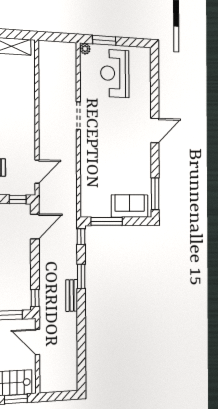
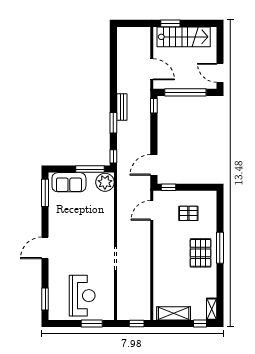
window: (54, 37) -> (137, 323), added
plant: (85, 49) -> (105, 182), moved, width x1.88, depth x1.88
window: (155, 72) -> (45, 299), added

